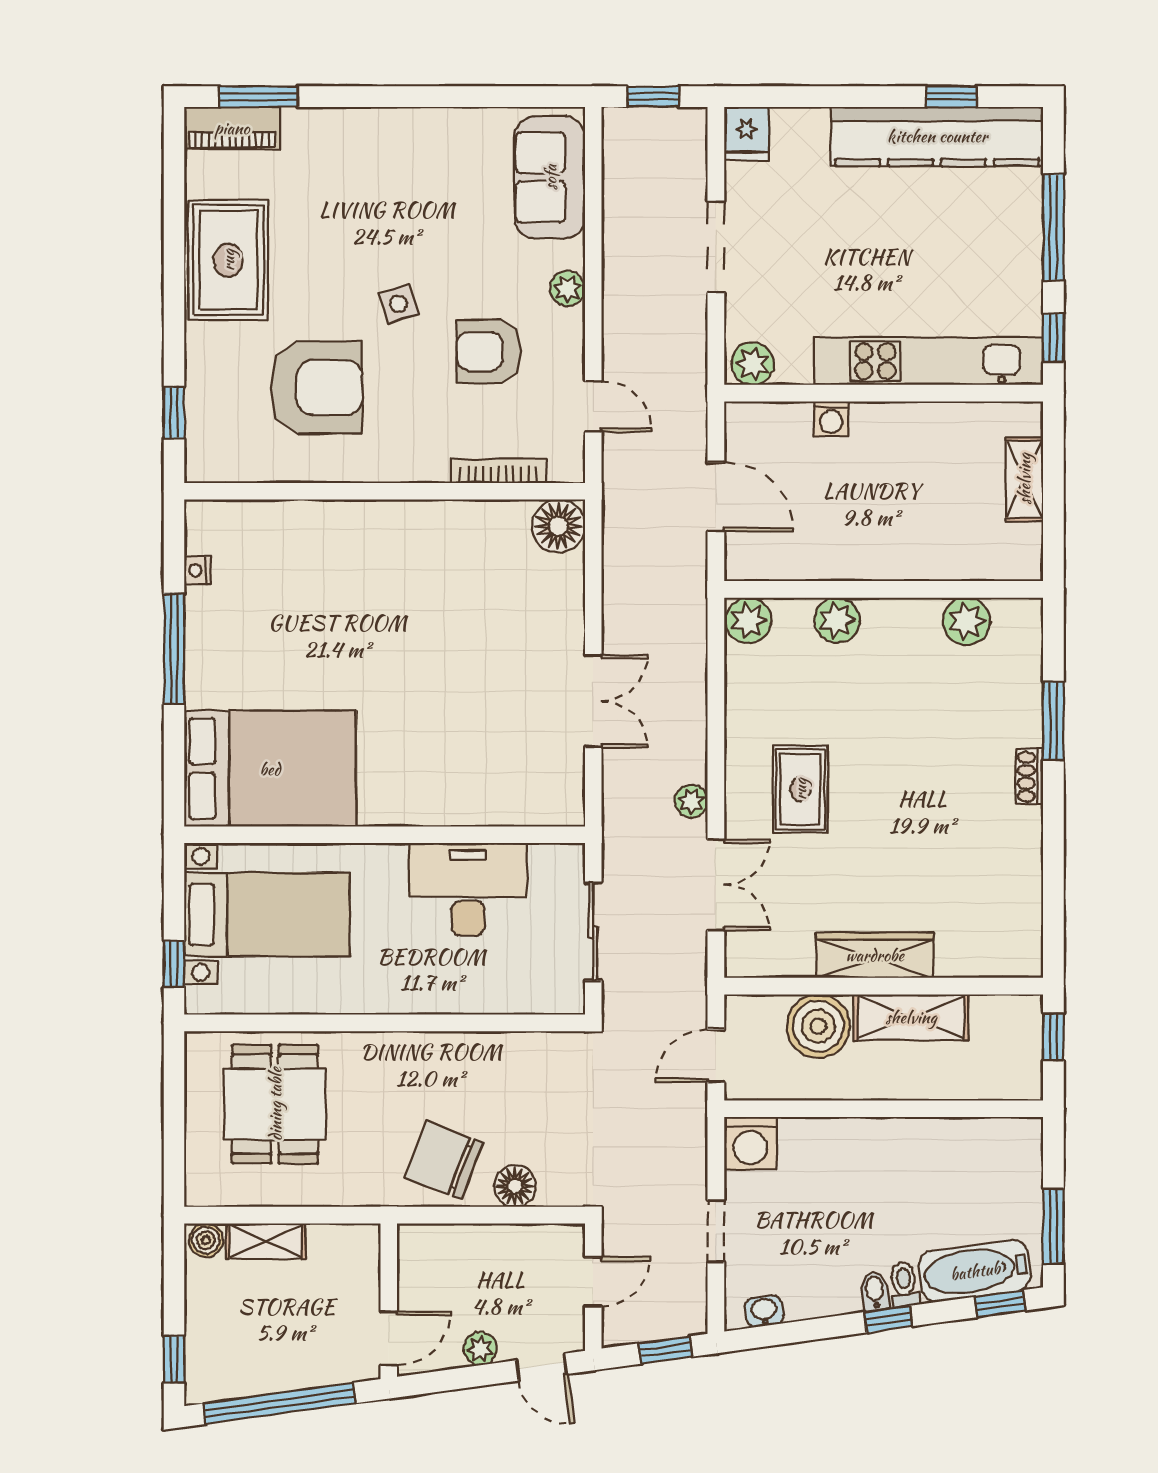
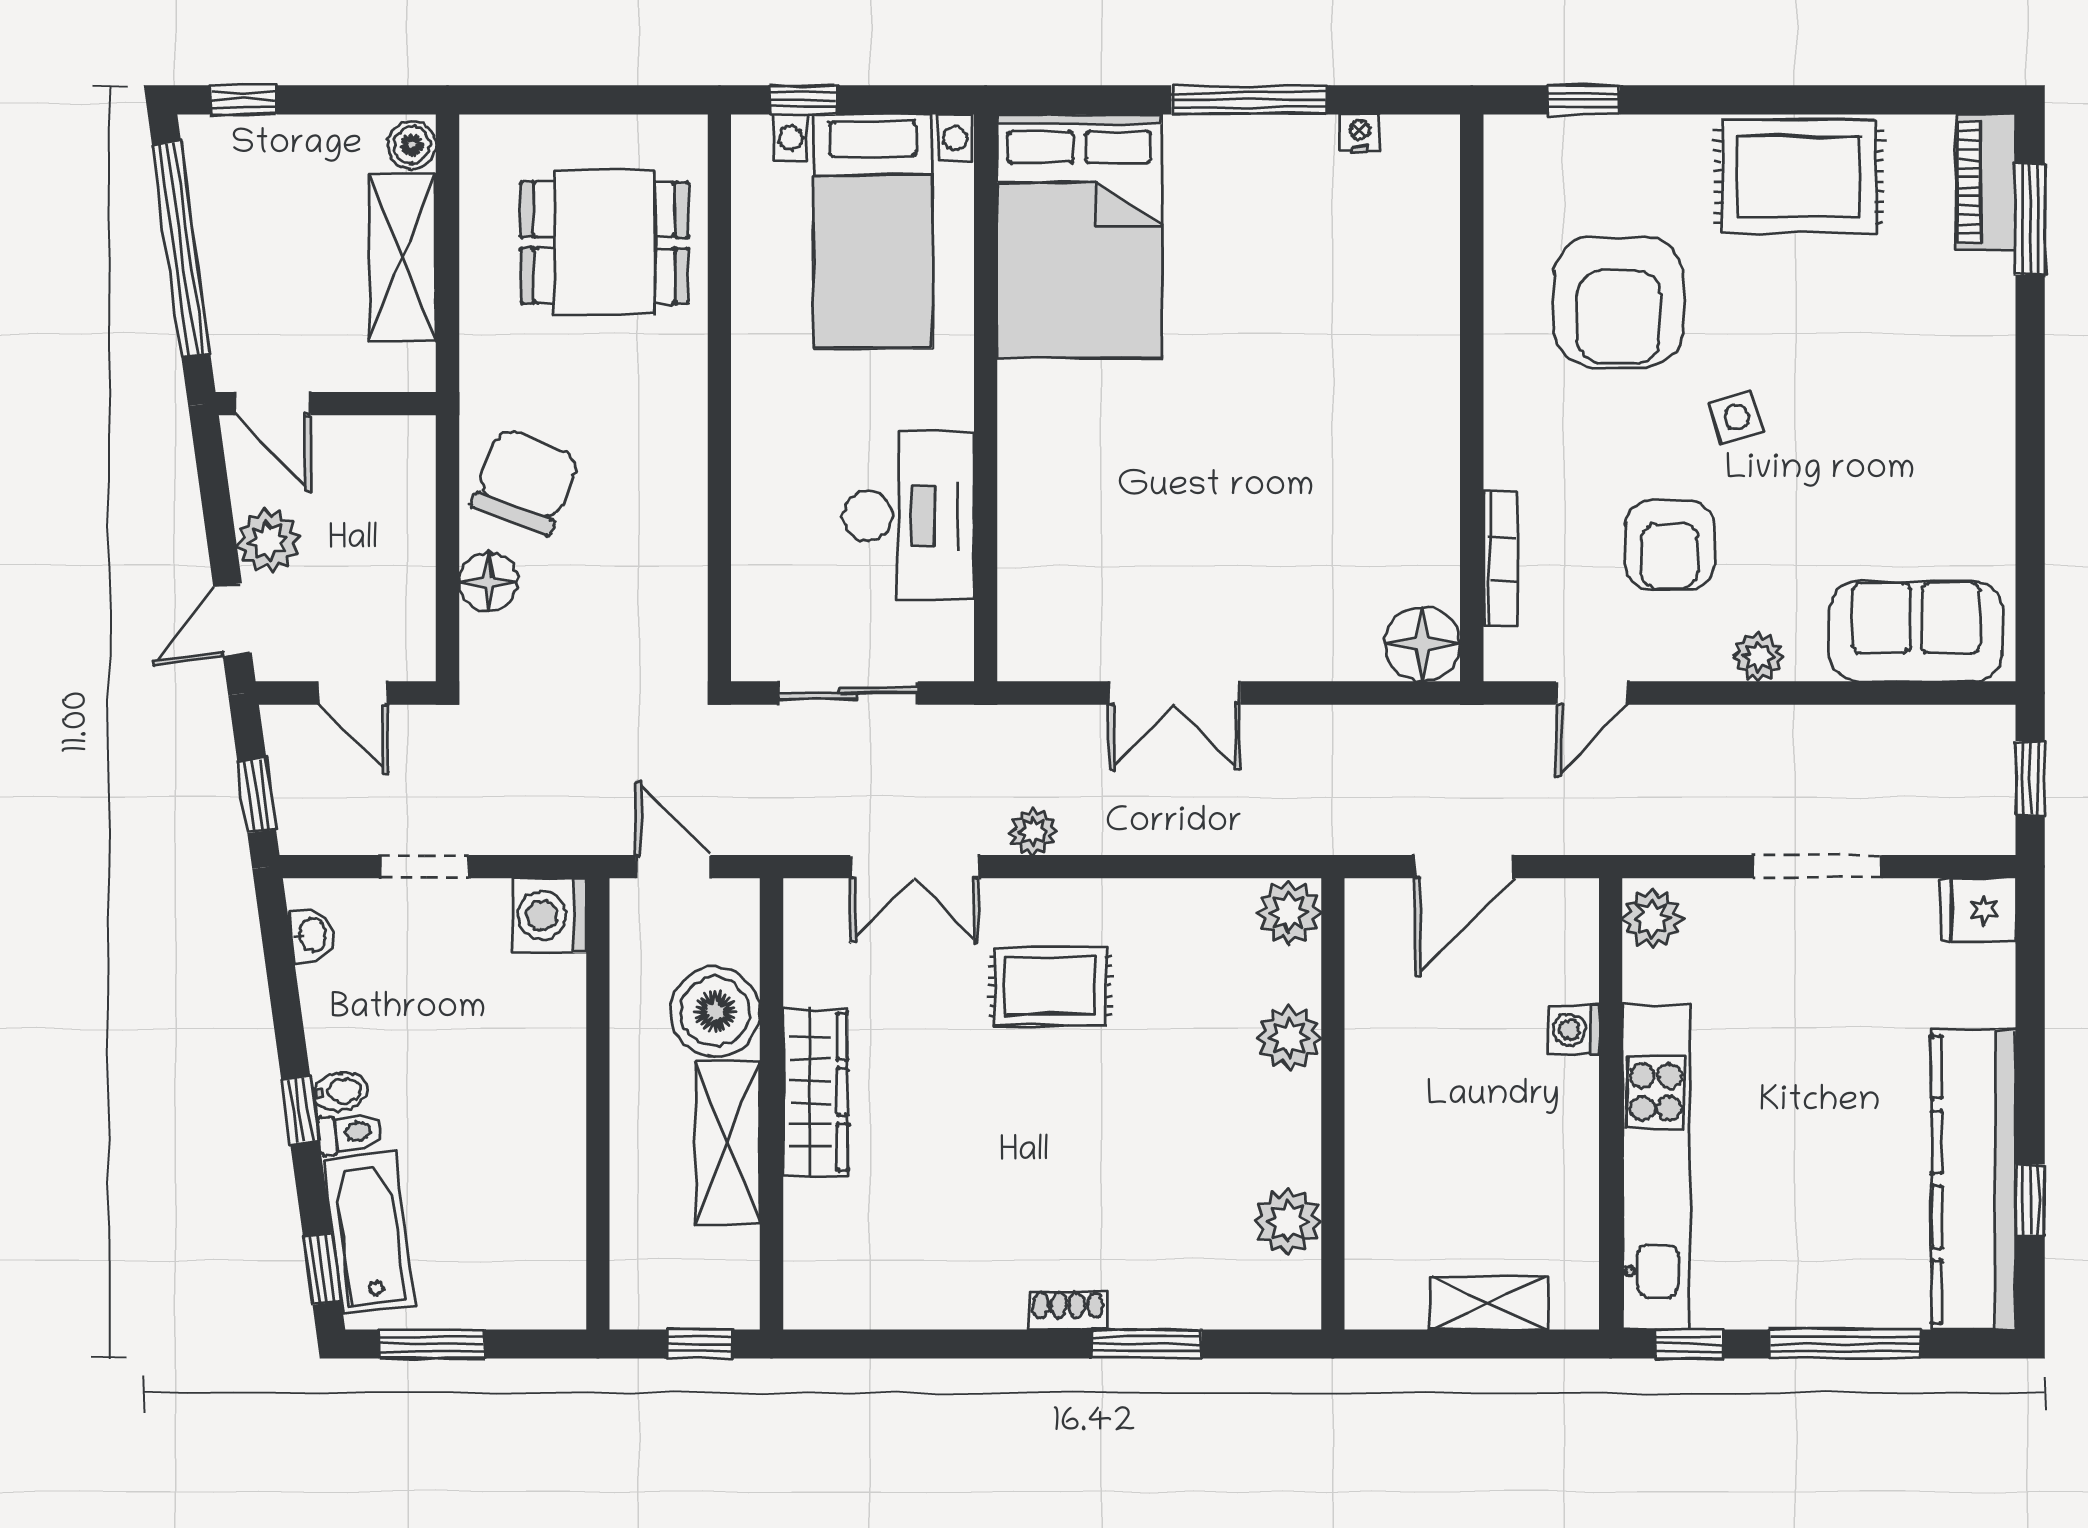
armchair: (489, 351) -> (1670, 545), turned 180
shelving: (266, 1241) -> (402, 258), width x1.50, depth x1.33
plant: (480, 1349) -> (268, 541), width x1.38, depth x1.38

